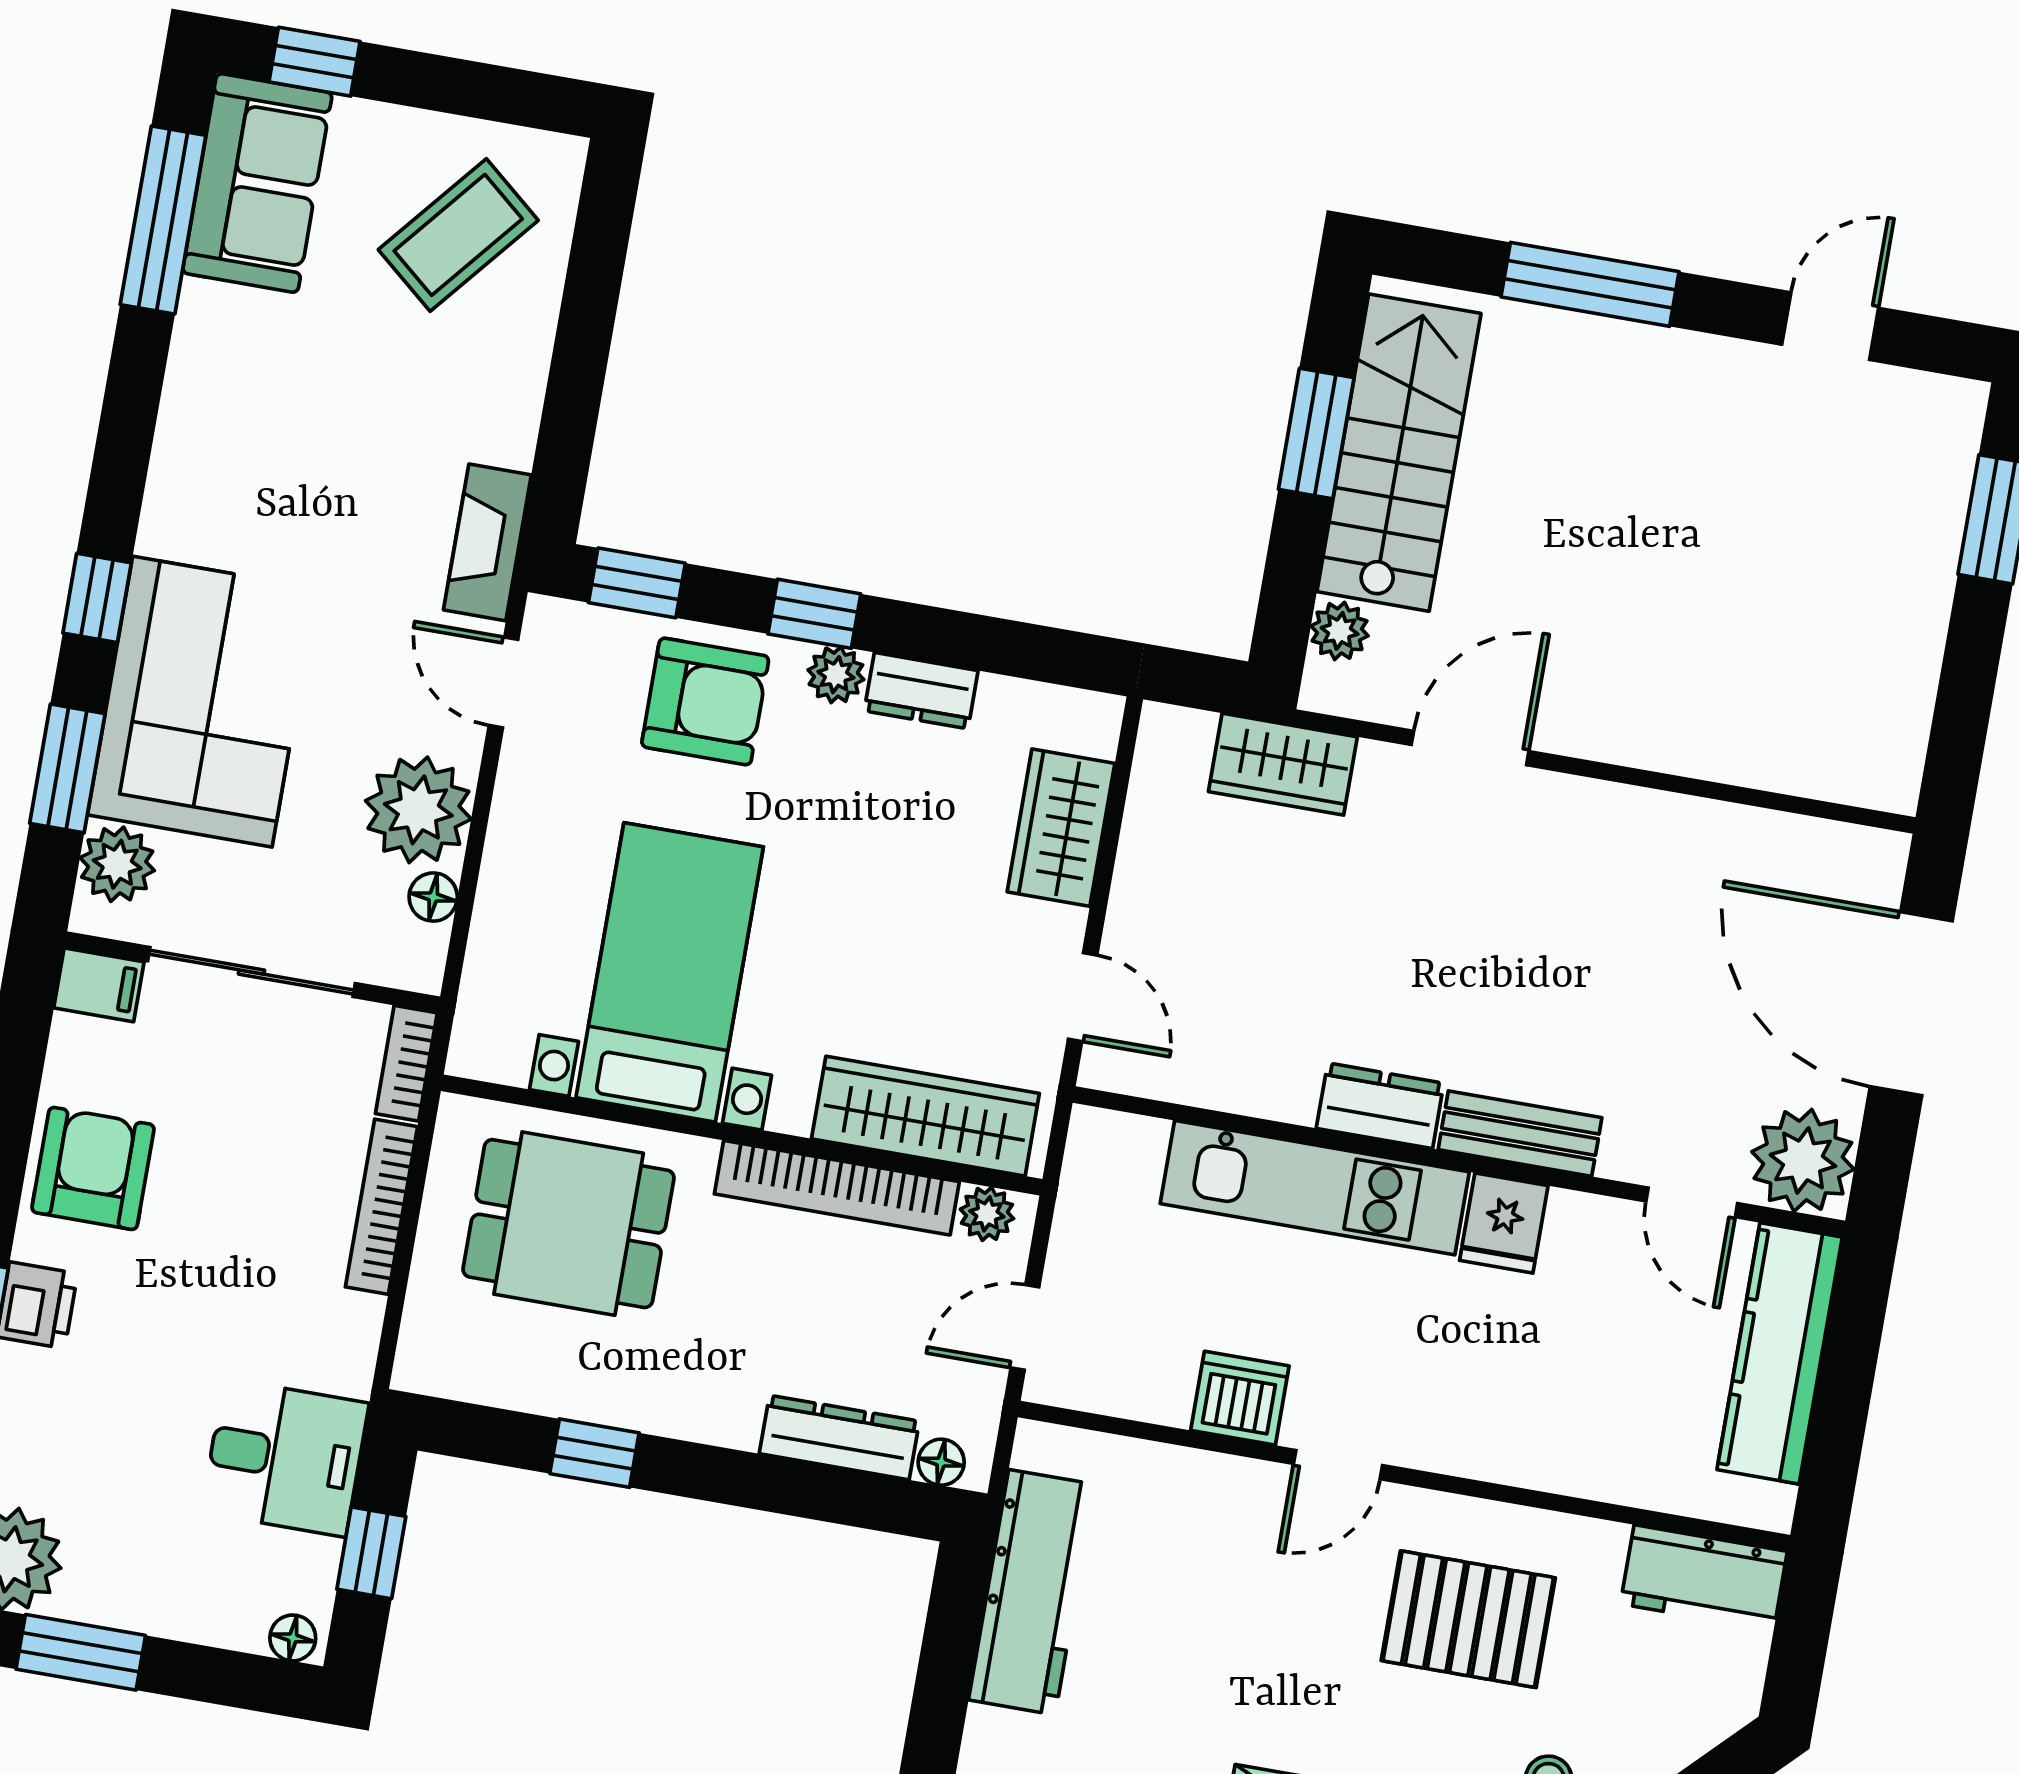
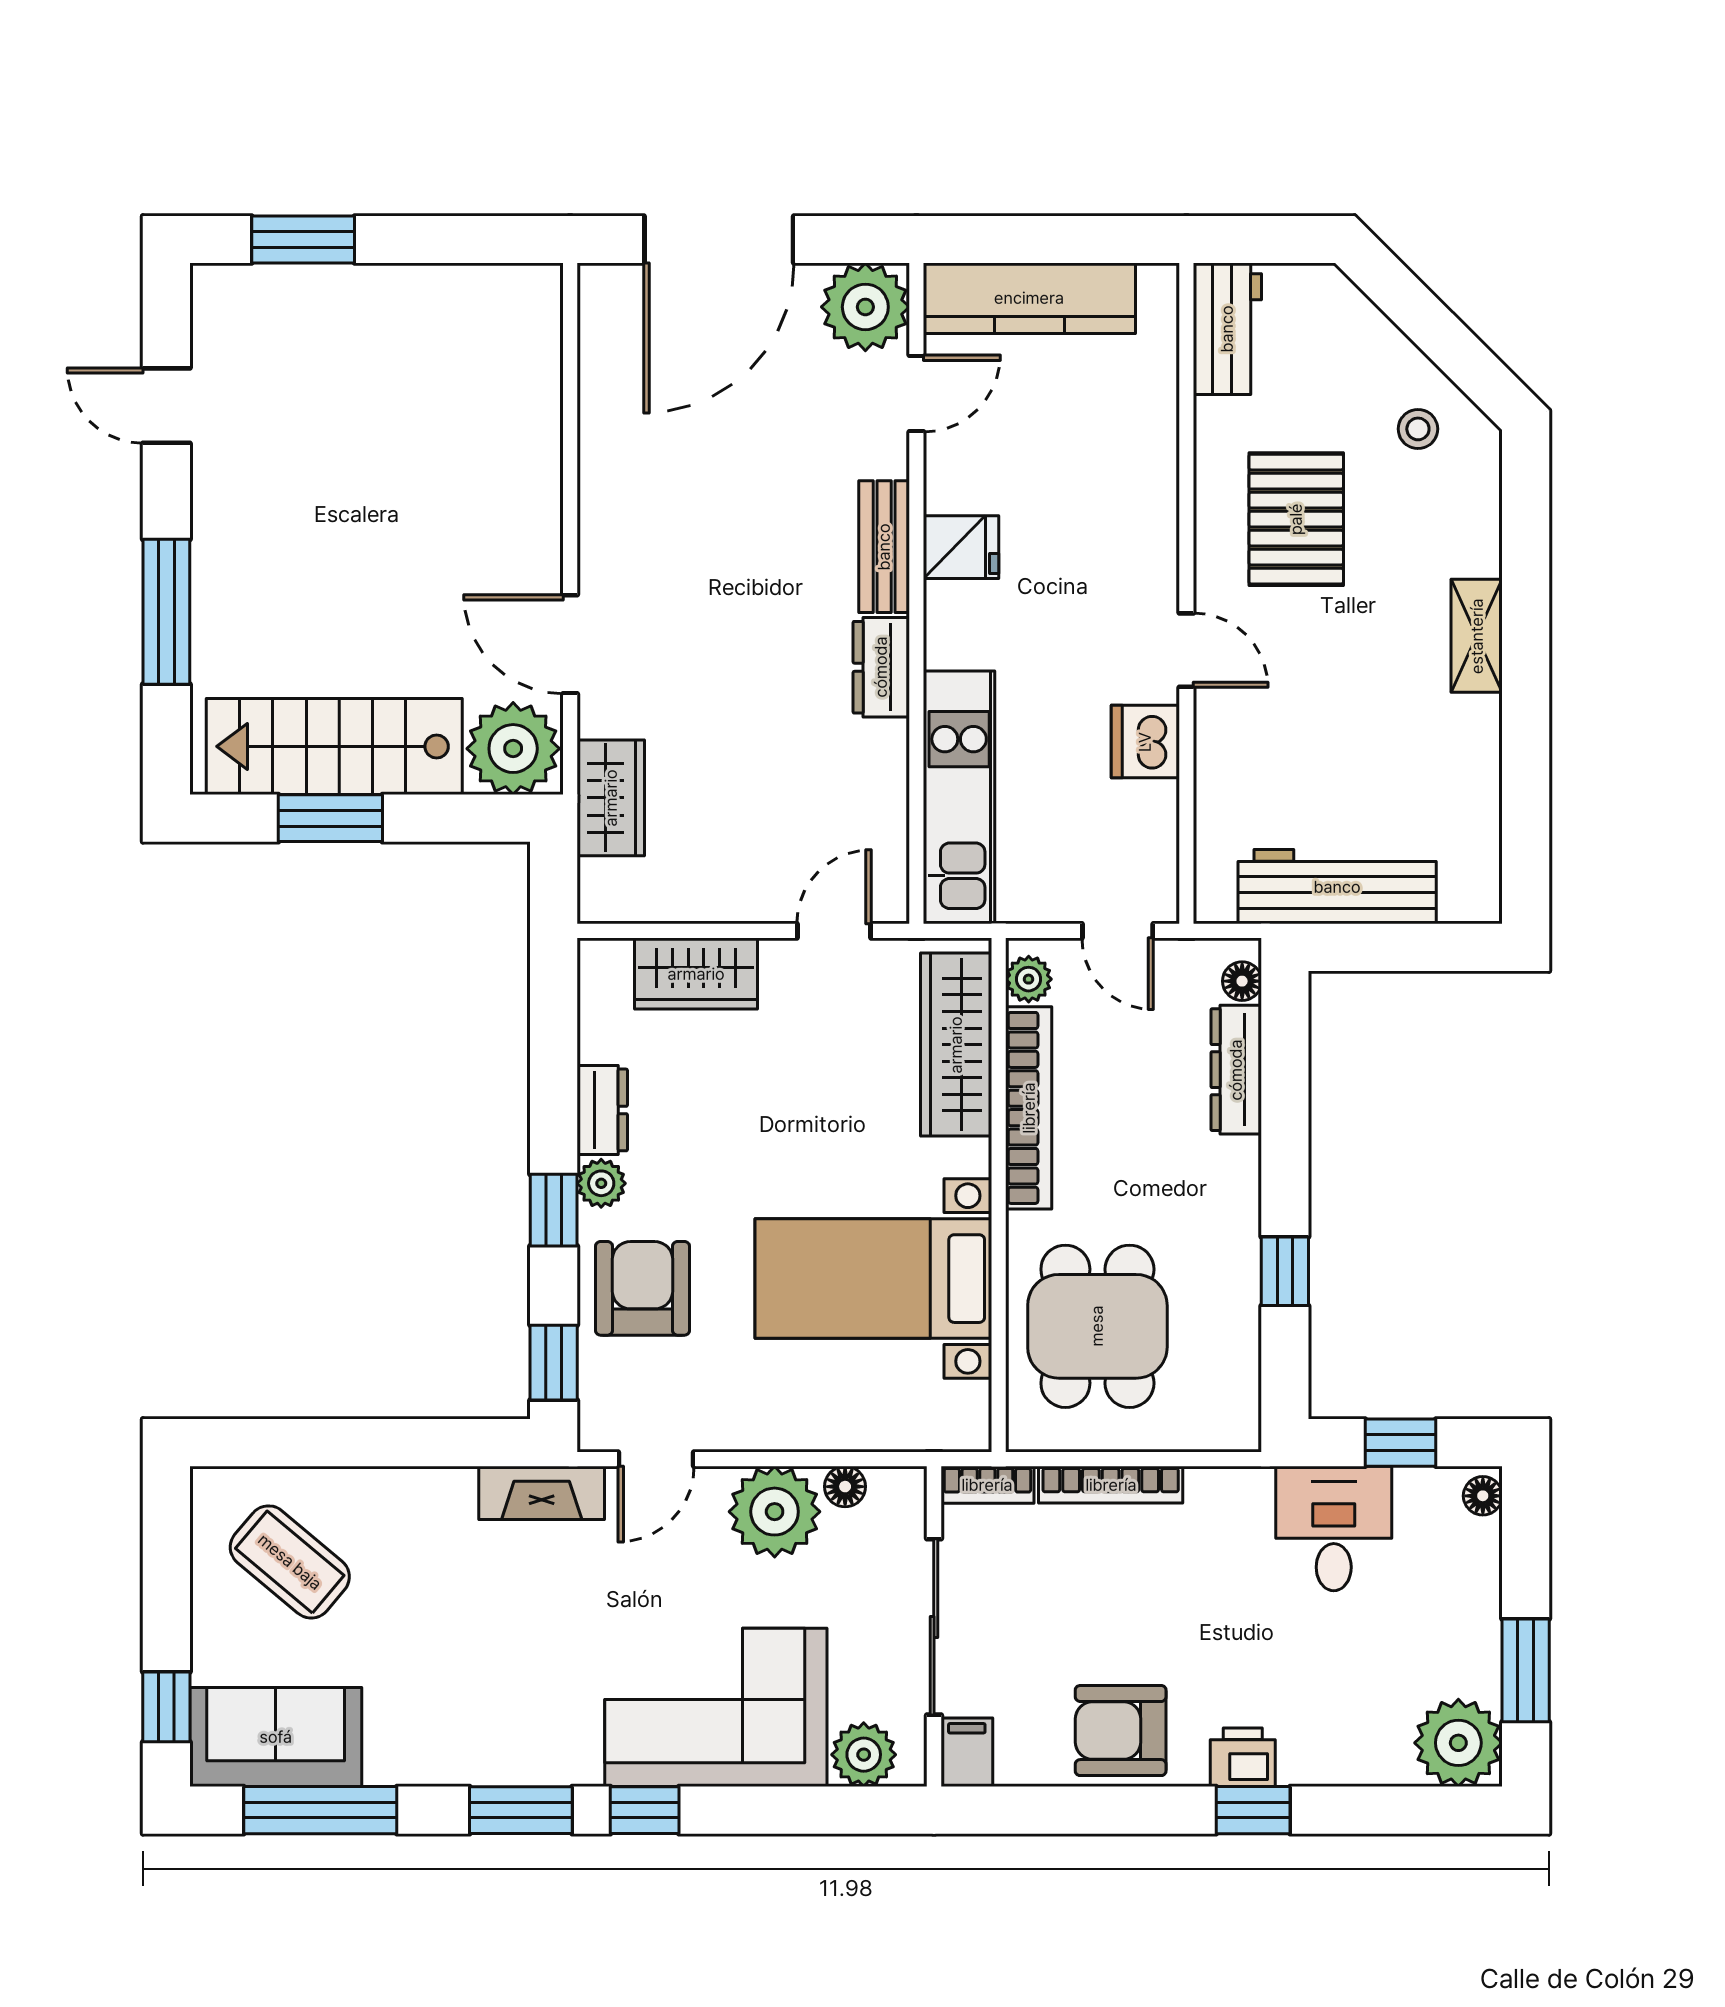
plant: (1340, 631) -> (513, 749), width x1.87, depth x1.87
window: (67, 768) -> (521, 1810), moved
kitchen unit: (1315, 1188) -> (959, 797), moved

